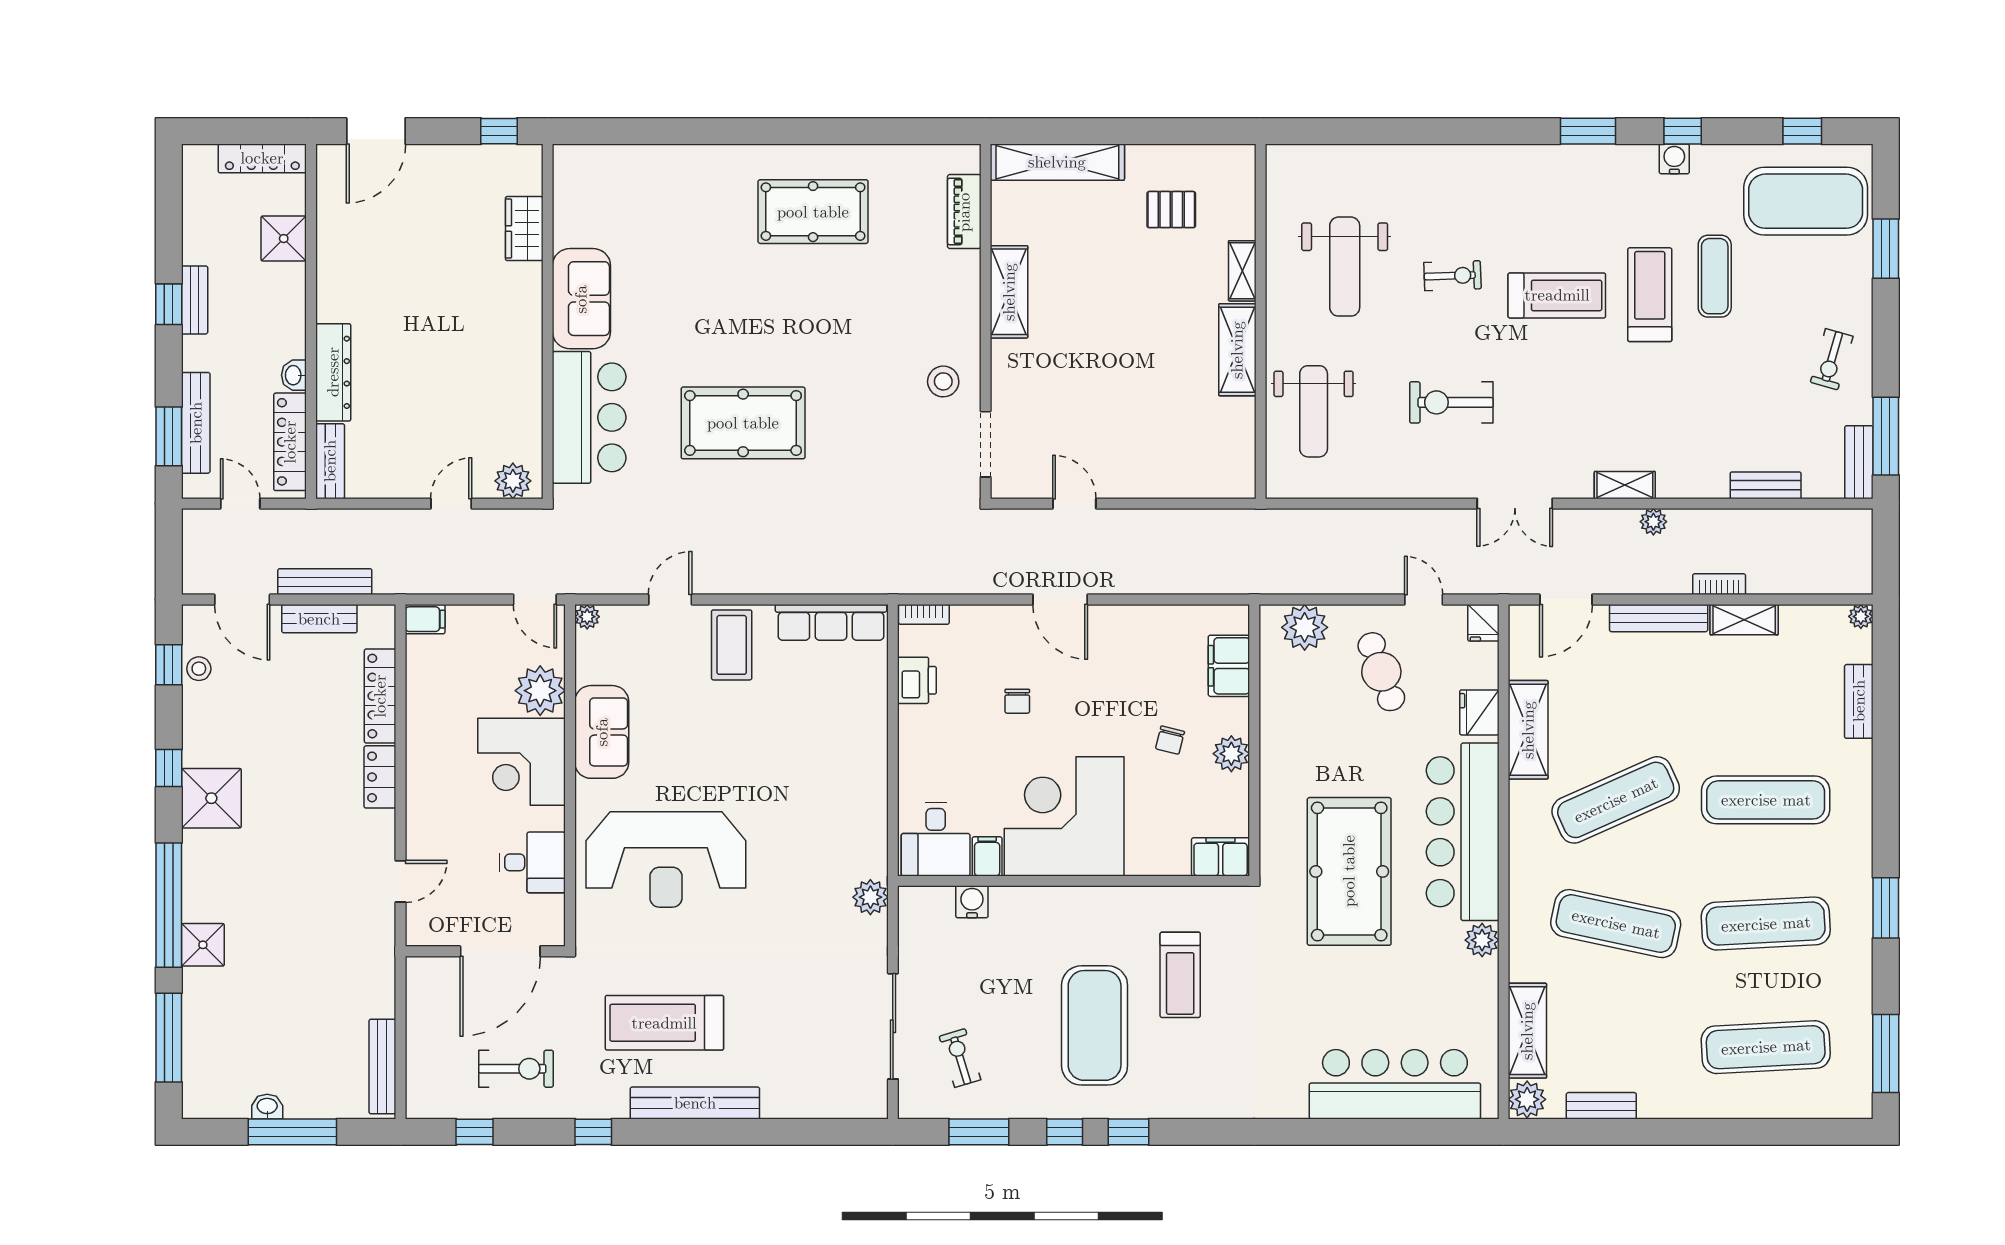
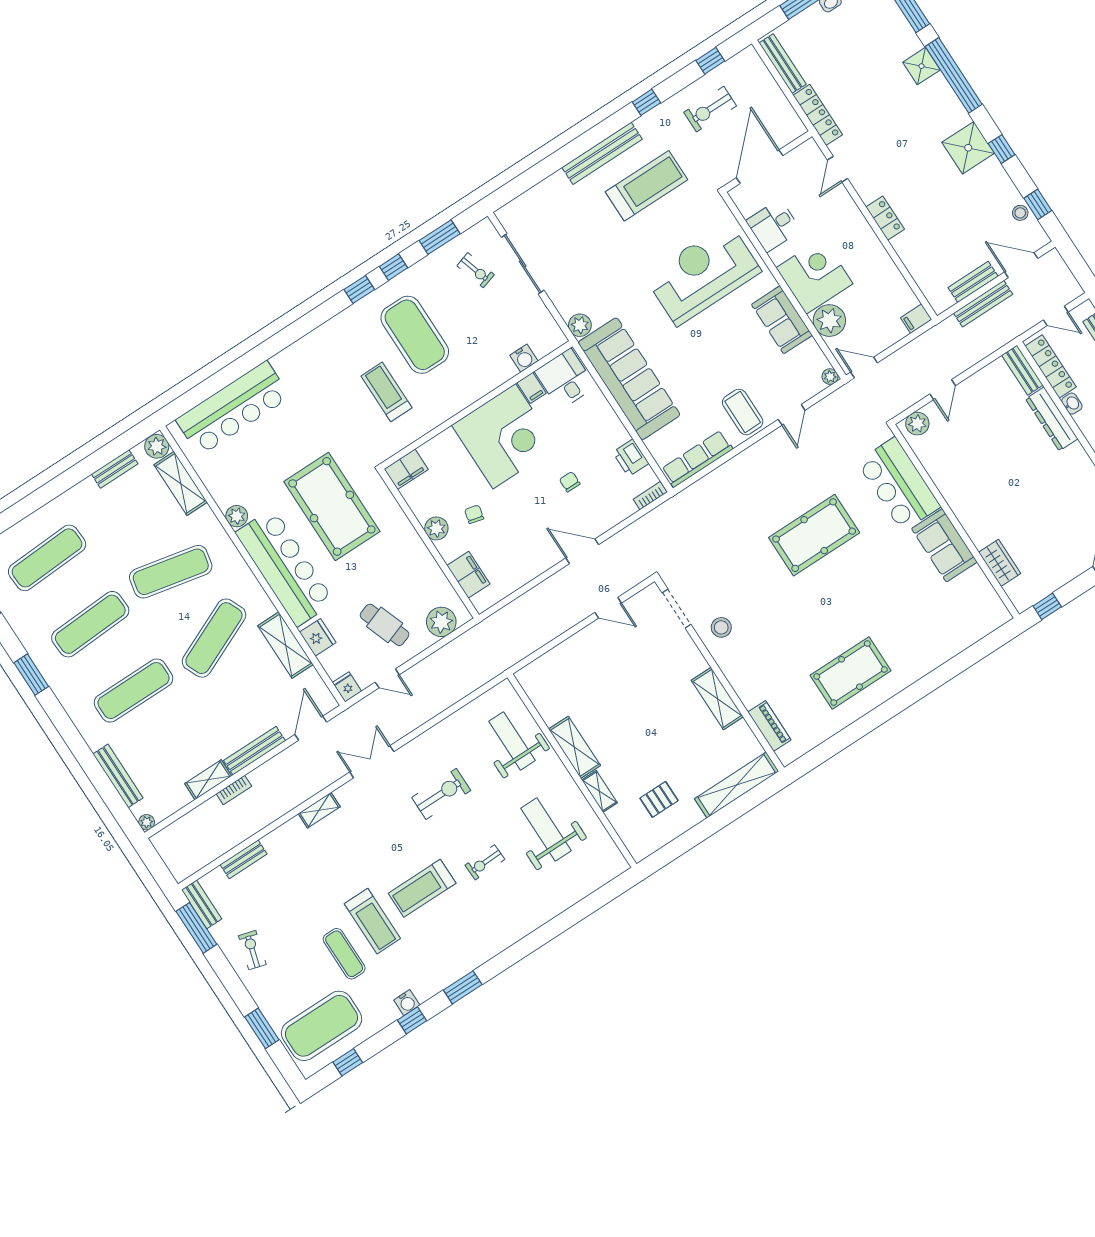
plant: (1653, 522) -> (291, 801), removed
locker: (380, 696) -> (818, 115), moved
bench: (1859, 701) -> (118, 776), width x1.36
sofa: (852, 785) -> (629, 379), added

